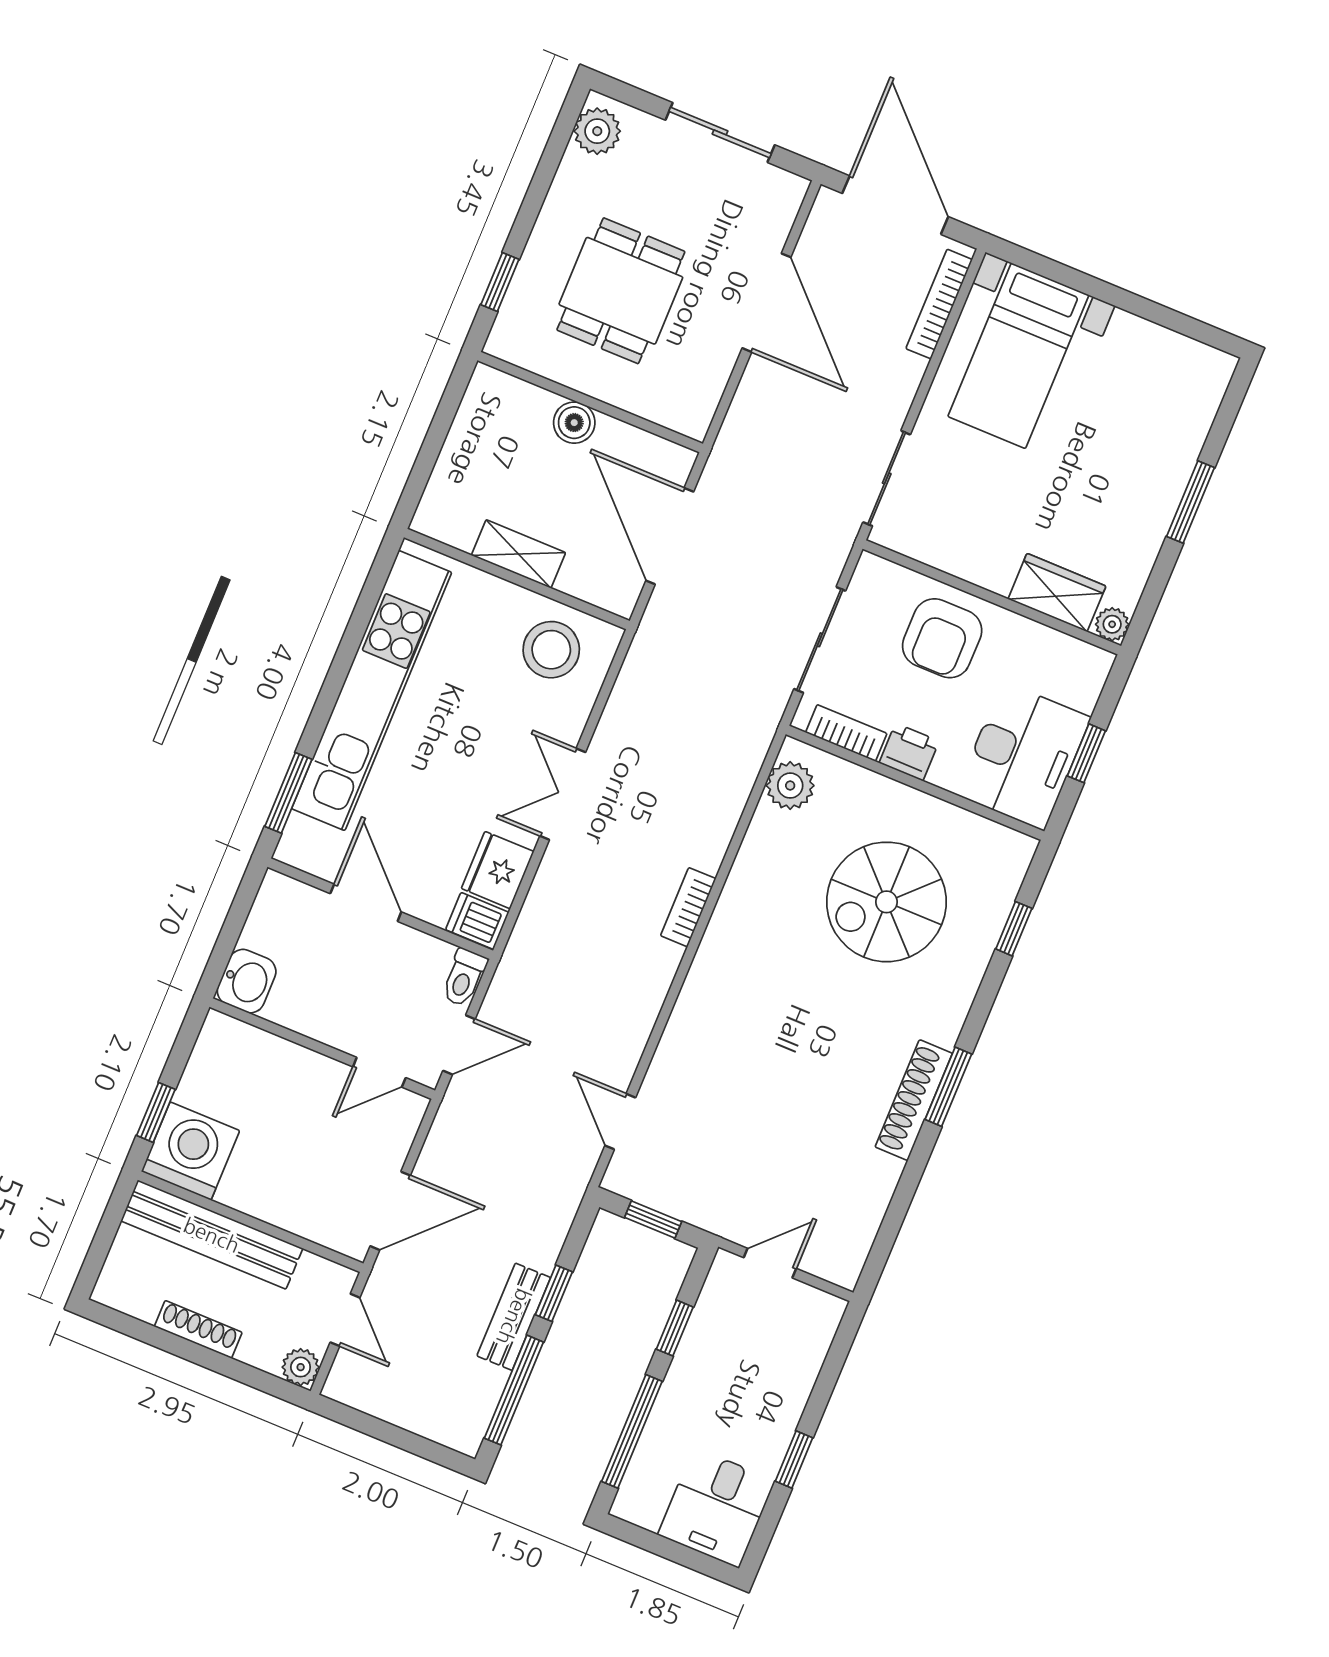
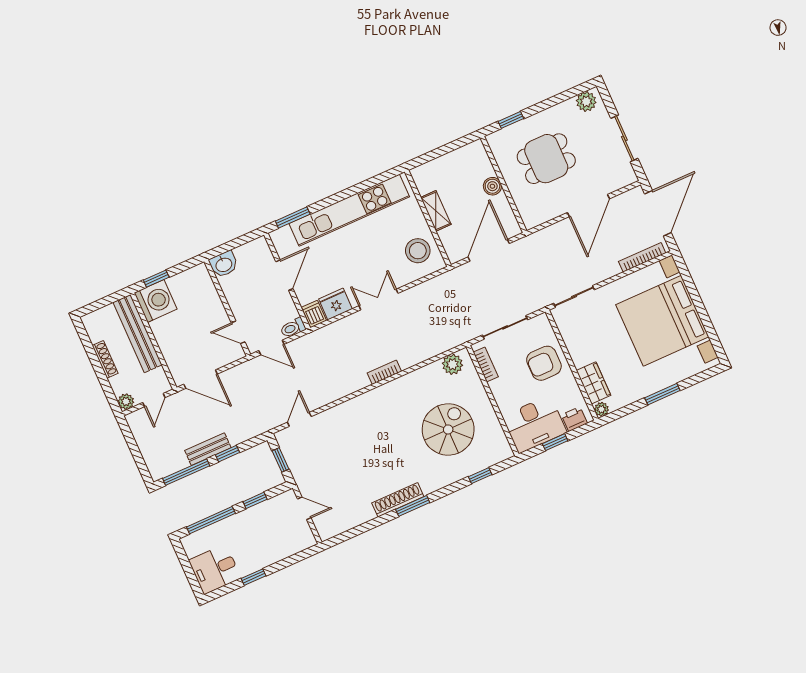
bed with nightstands: (1018, 356) -> (662, 321), width x1.85
printer: (909, 752) -> (574, 419), moved, turned -90
spiral stairs: (886, 902) -> (448, 429), turned 90

